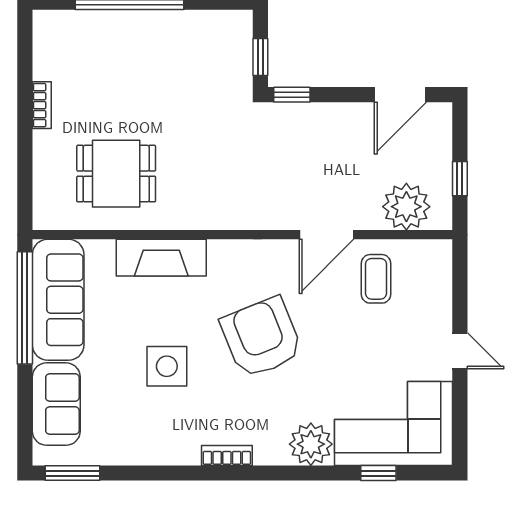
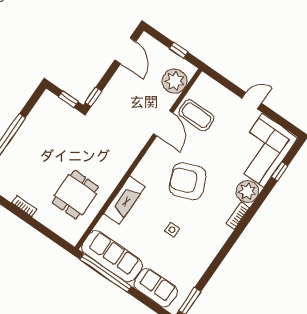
coffee table: (376, 279) -> (196, 115), width x1.36, depth x1.30
side table: (167, 366) -> (172, 230), width x0.54, depth x0.54
bookcase: (227, 455) -> (238, 216), moved

